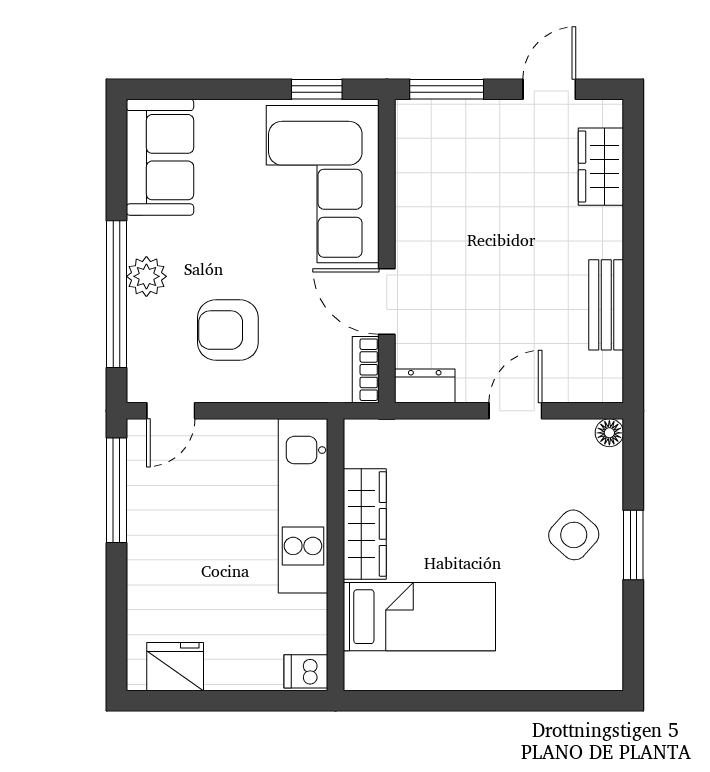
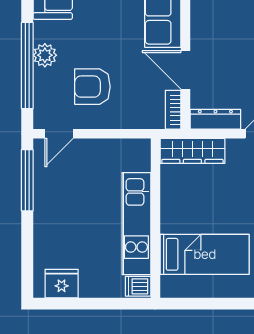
dresser: (425, 386) -> (215, 119), width x1.44
kitchen unit: (303, 506) -> (136, 224), moved
wardrobe: (365, 524) -> (192, 151), moved, turned 90

